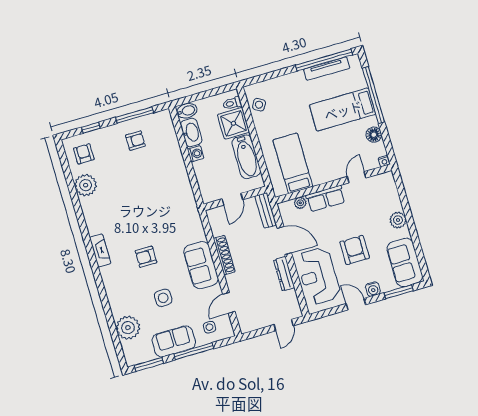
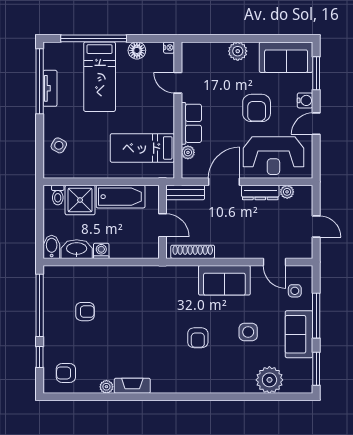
tv unit: (327, 69) -> (50, 88), width x0.71
side table: (259, 105) -> (59, 145), moved
window: (135, 115) -> (40, 305), width x1.46
armchair: (135, 141) -> (85, 312), moved, turned 90
plant: (86, 185) -> (106, 387), width x0.53, depth x0.53
fireplace: (100, 250) -> (132, 386), moved
armchair: (355, 250) -> (257, 108), turned -90
shoe rack: (224, 255) -> (193, 252), moved
plant: (291, 296) -> (287, 192), added
door: (284, 325) -> (316, 226), moved

